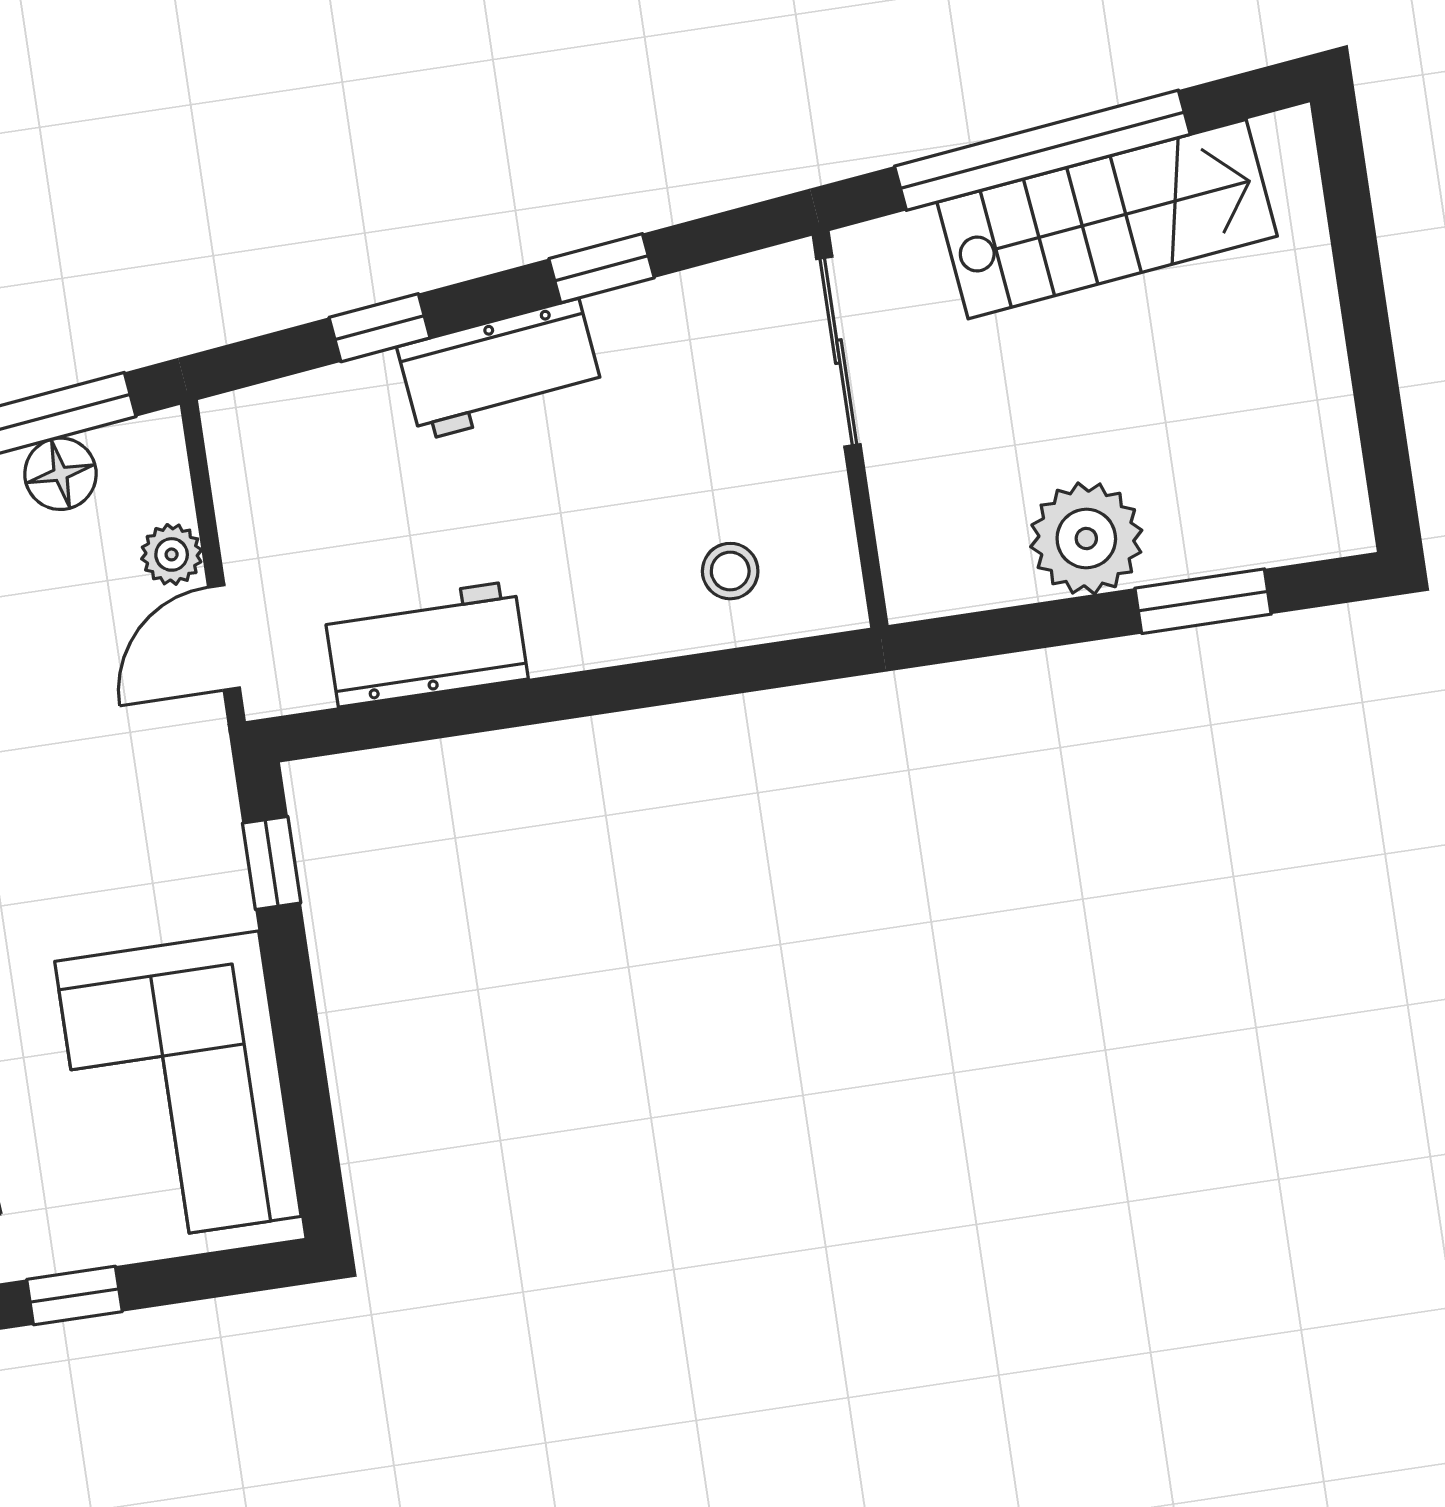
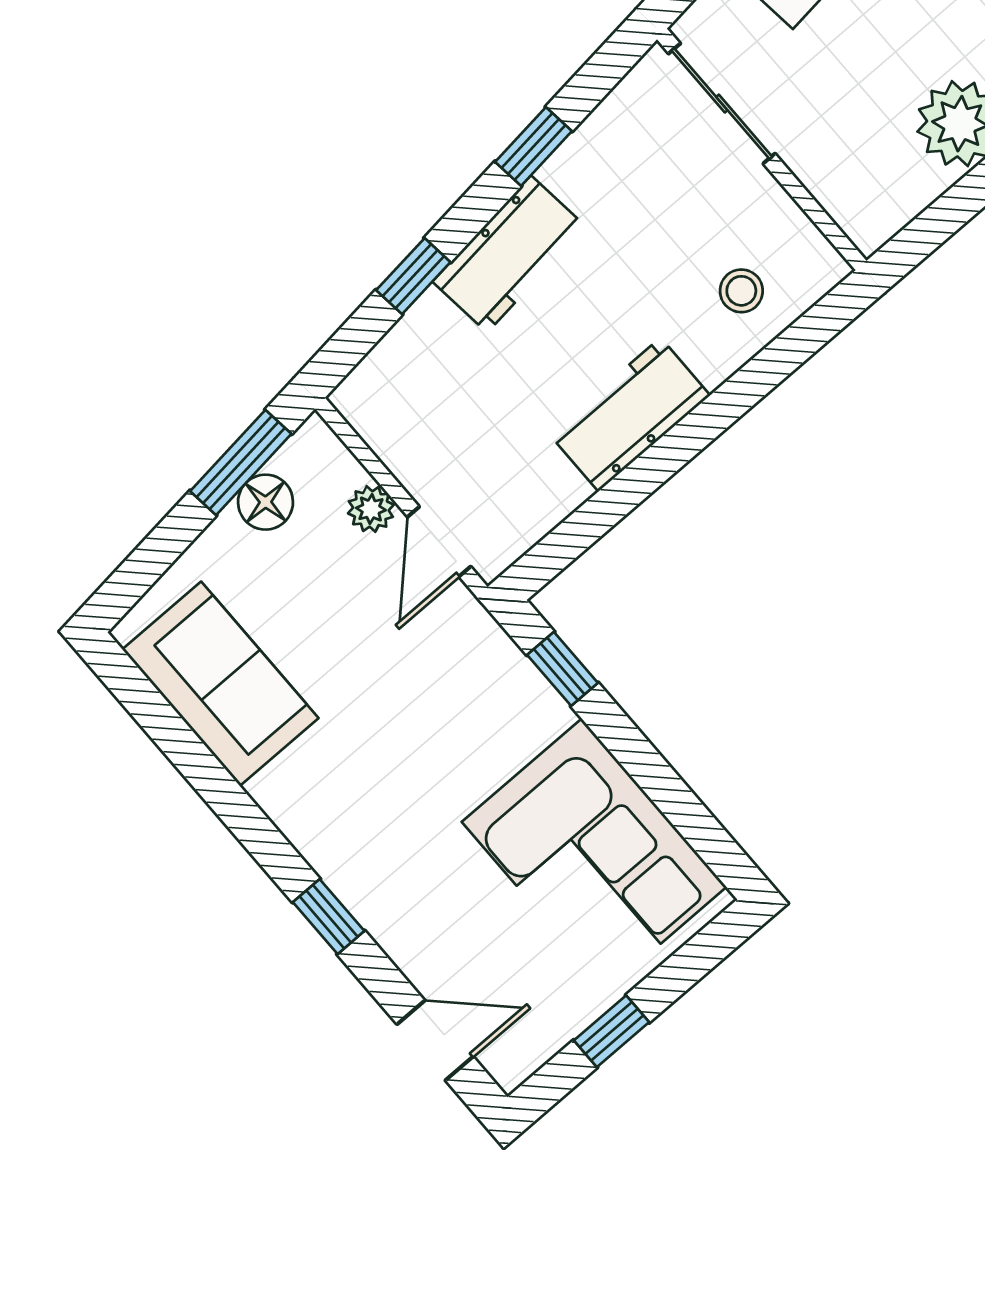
workbench: (426, 644) -> (630, 415), moved

